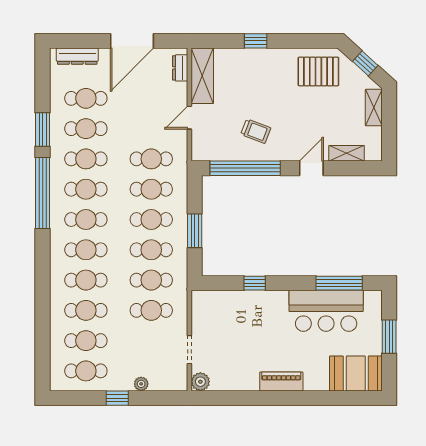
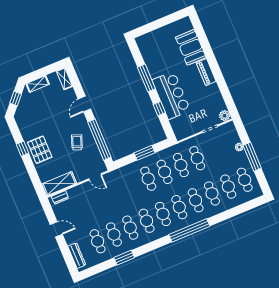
door: (132, 41) -> (56, 229), width x0.53
window: (256, 41) -> (22, 149), moved
pallet: (318, 71) -> (40, 150), moved
door: (189, 118) -> (95, 177), moved
shelving: (347, 153) -> (64, 79), moved
cafe table: (151, 159) -> (116, 192), removed
door: (311, 168) -> (84, 104), hinge flipped
cafe table: (151, 189) -> (132, 186), removed
window: (43, 193) -> (189, 230), moved
window: (339, 283) -> (146, 78), moved
bar counter: (326, 311) -> (171, 95), moved
window: (389, 337) -> (158, 24), removed
booth: (356, 373) -> (191, 47), moved
window: (117, 398) -> (252, 157), width x2.17

